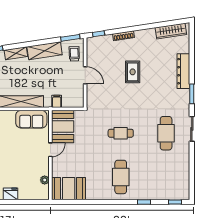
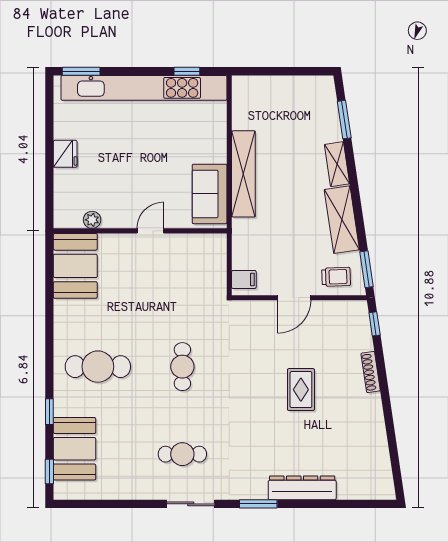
wardrobe: (171, 31) -> (380, 463), removed
rug: (133, 72) -> (301, 390), turned 90
filing cabinet: (57, 101) -> (244, 279), moved
booth: (63, 126) -> (75, 449), moved, turned 90
cafe table: (166, 133) -> (182, 454), width x0.73, depth x0.74
door: (50, 150) -> (150, 231), swing flipped

